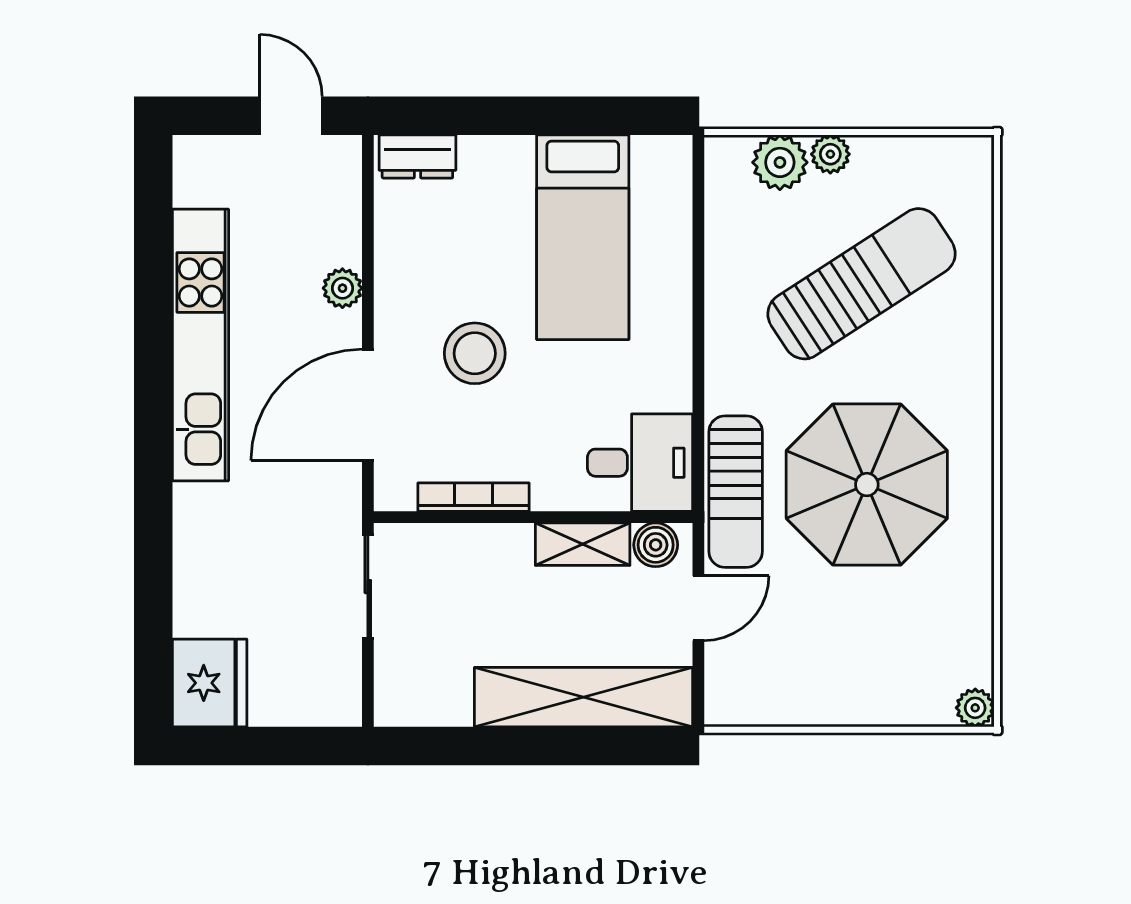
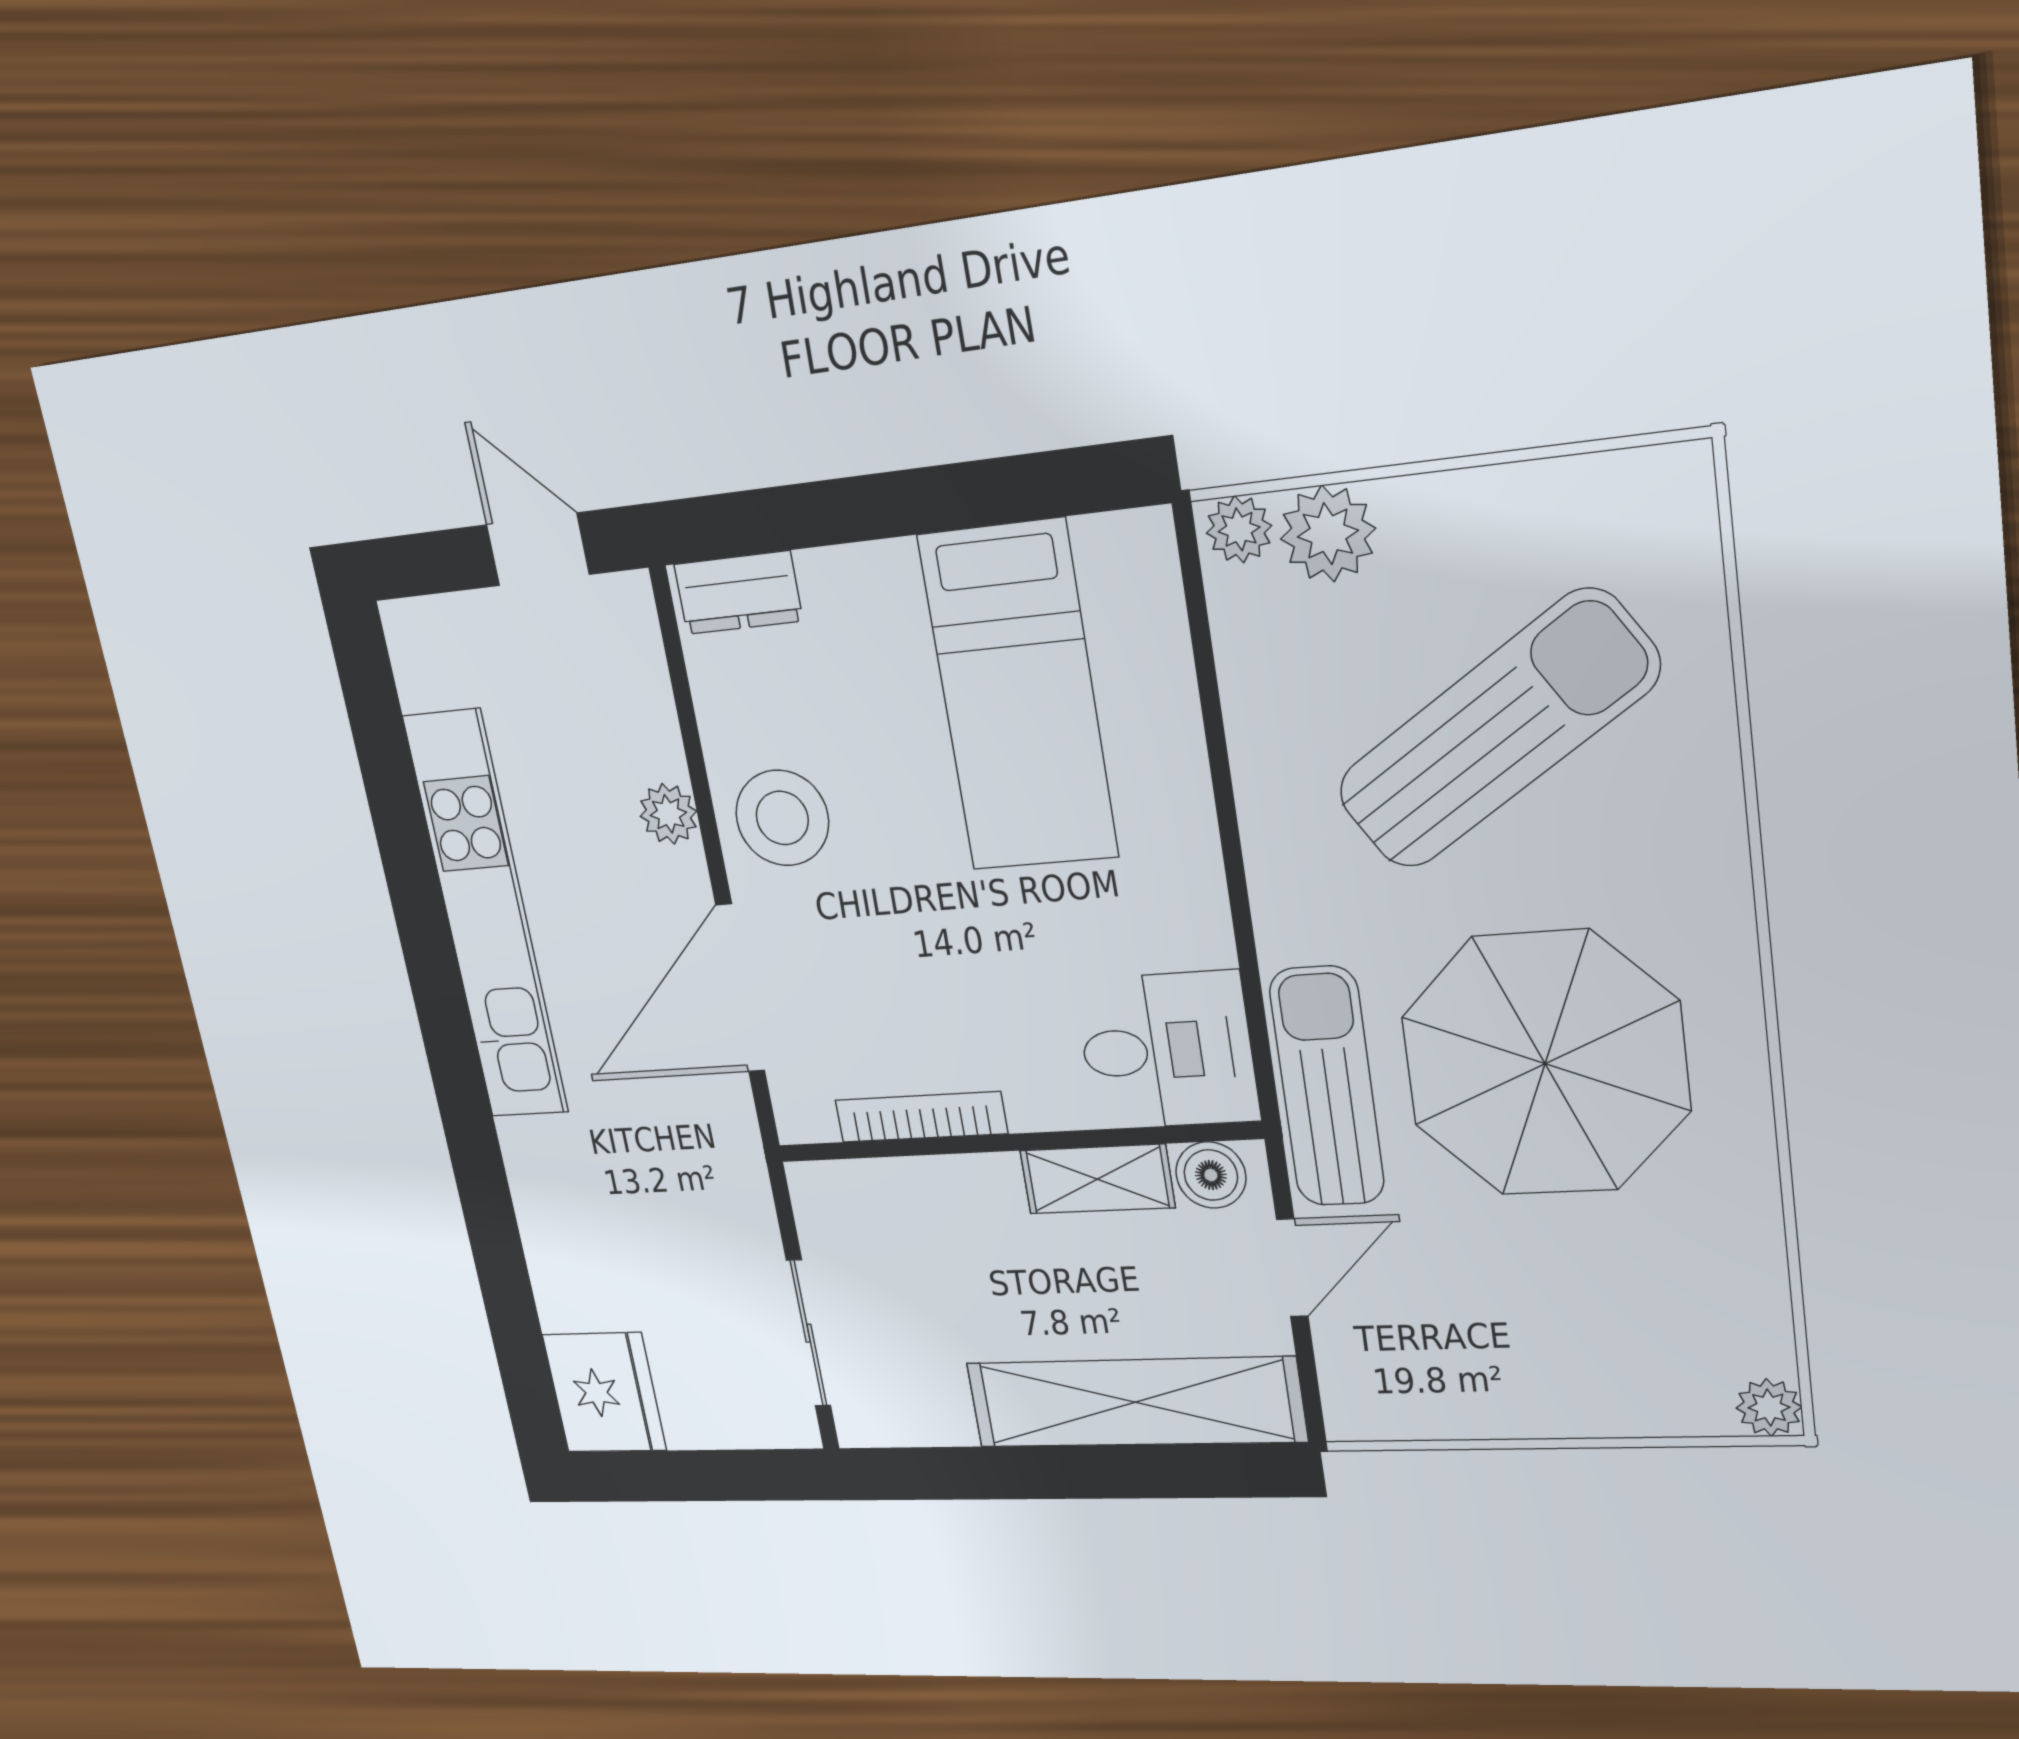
plant: (830, 154) -> (1239, 529), moved
stool: (475, 353) -> (782, 818), moved
sun lounger: (736, 492) -> (1327, 1087), turned 180
sliding door: (368, 587) -> (809, 1333), moved

